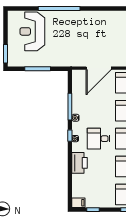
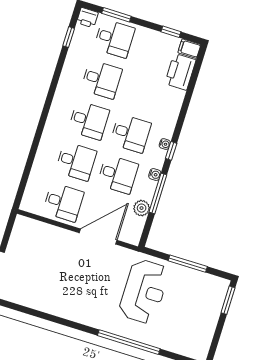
reception desk: (32, 31) -> (144, 291), moved
plant: (77, 94) -> (142, 208), added
desk: (98, 111) -> (118, 174), added
printer: (79, 163) -> (180, 72), moved

